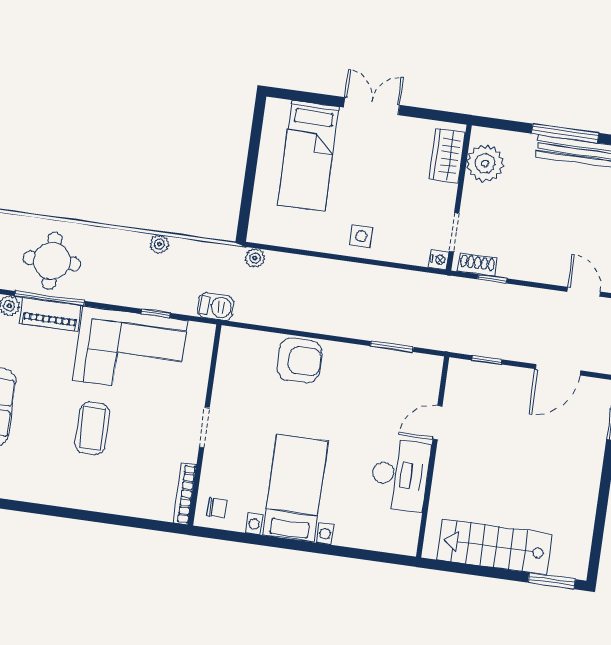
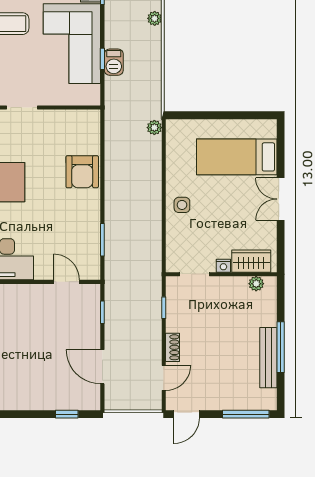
double door: (372, 106) -> (281, 199), swing flipped
plant: (485, 163) -> (256, 284), width x0.53, depth x0.53
plant: (159, 244) -> (155, 18), moved
nightstand: (439, 259) -> (223, 266), moved
shoe rack: (477, 265) -> (173, 347), moved
barbecue: (216, 307) -> (114, 62), moved
door: (437, 423) -> (67, 282), moved

